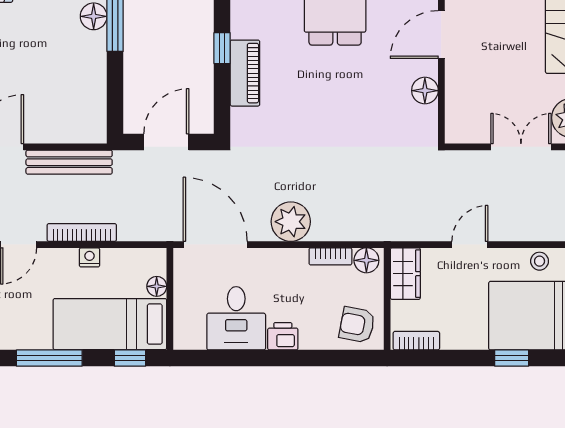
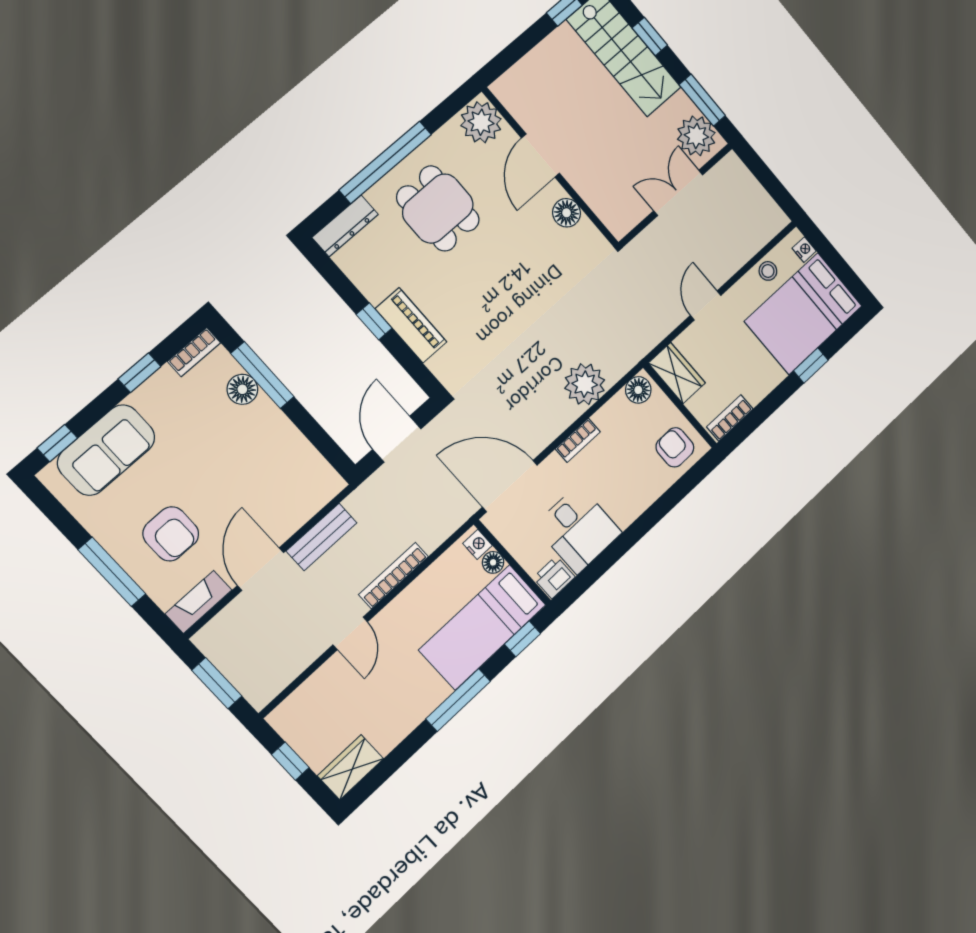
bench: (69, 162) -> (322, 537), width x0.73
plant: (291, 222) -> (585, 384), moved
bookcase: (330, 256) -> (578, 440), moved
nightstand: (90, 257) -> (478, 544), moved, turned 90
armchair: (357, 325) -> (675, 447), turned 79
printer: (283, 336) -> (554, 577), moved

